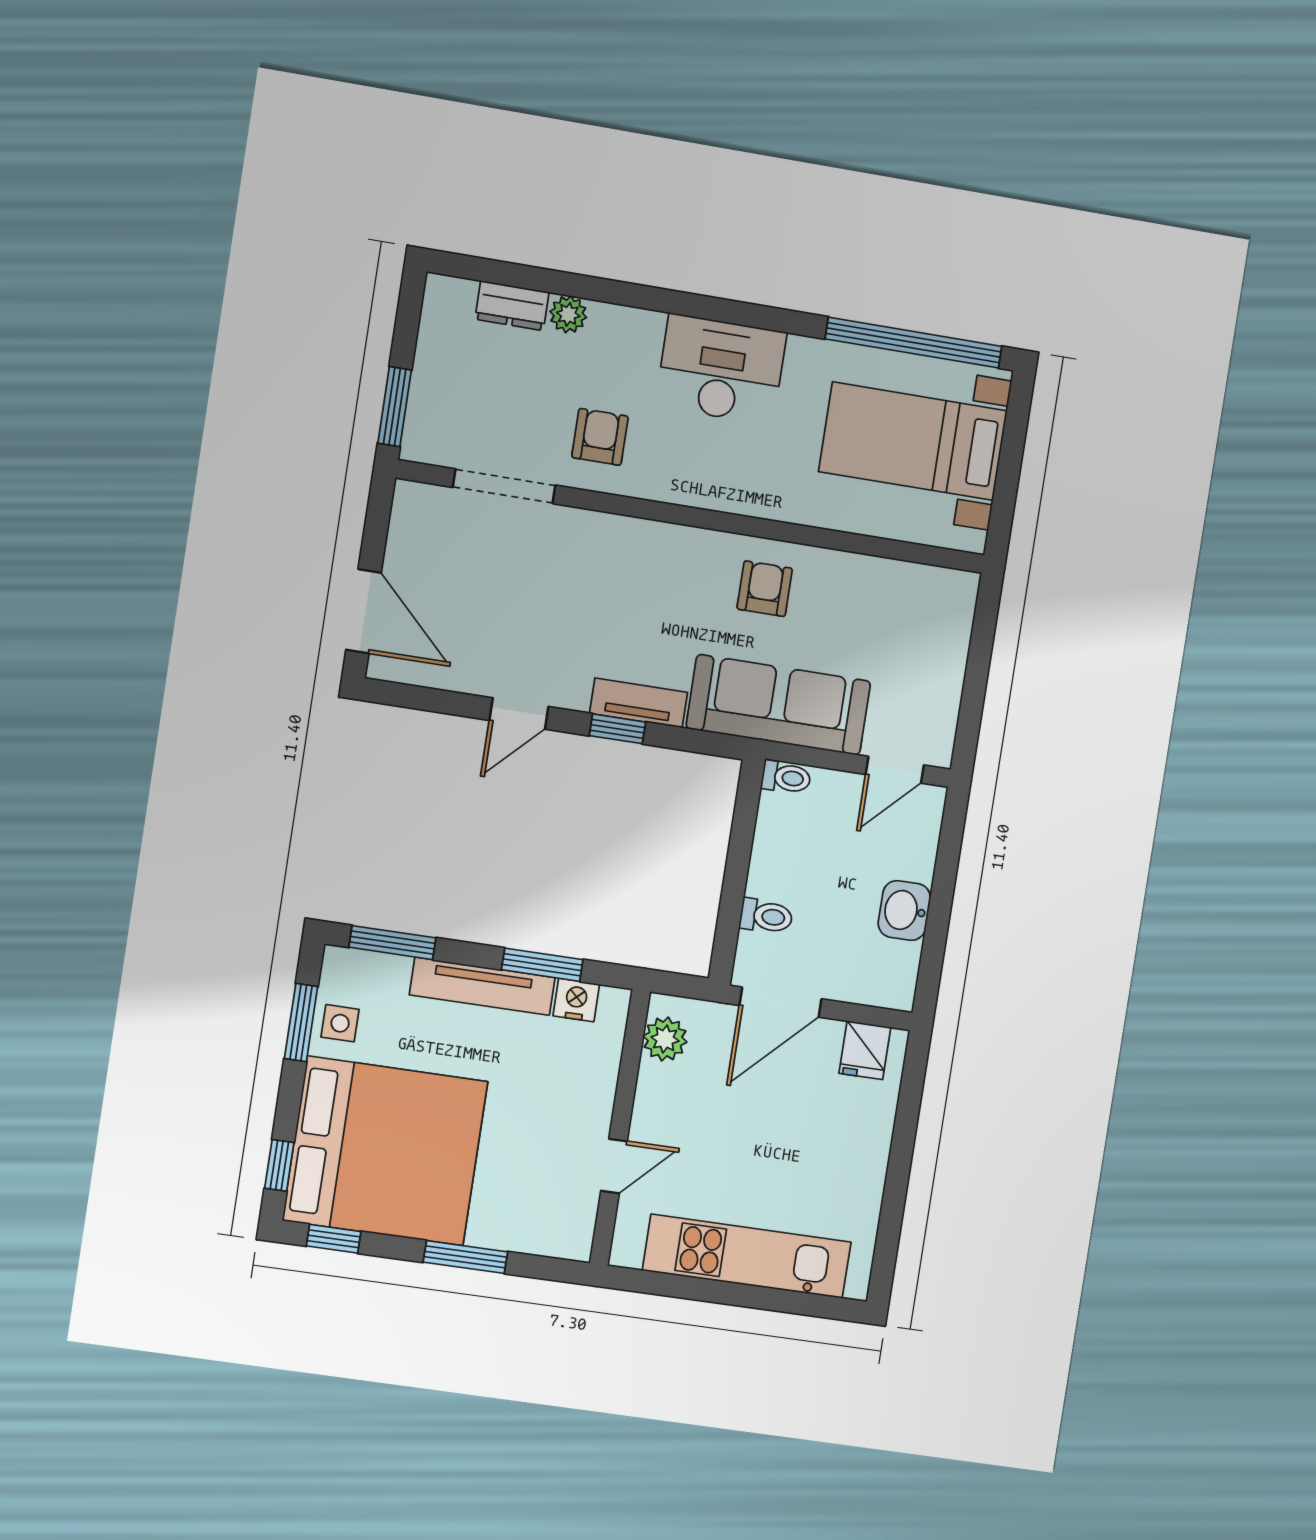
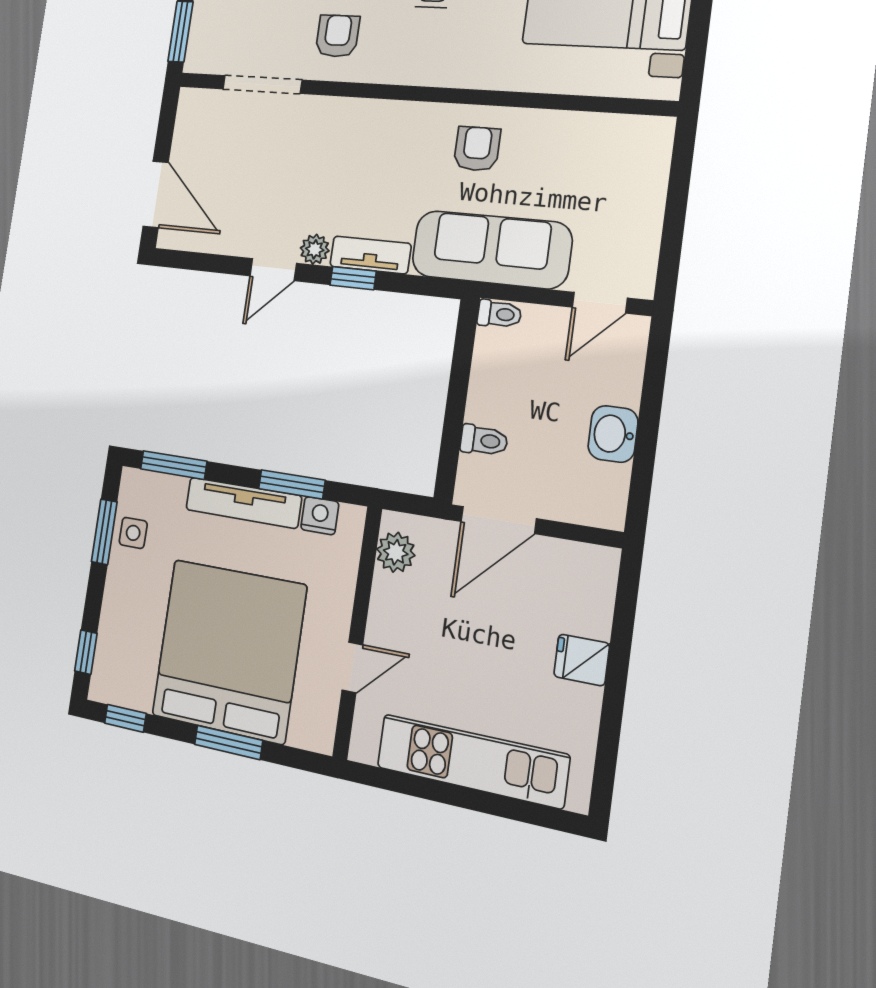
plant: (571, 692) -> (315, 249), added
fridge: (865, 1050) -> (582, 660), moved, turned 90
bed: (385, 1151) -> (229, 651), moved, turned -90

